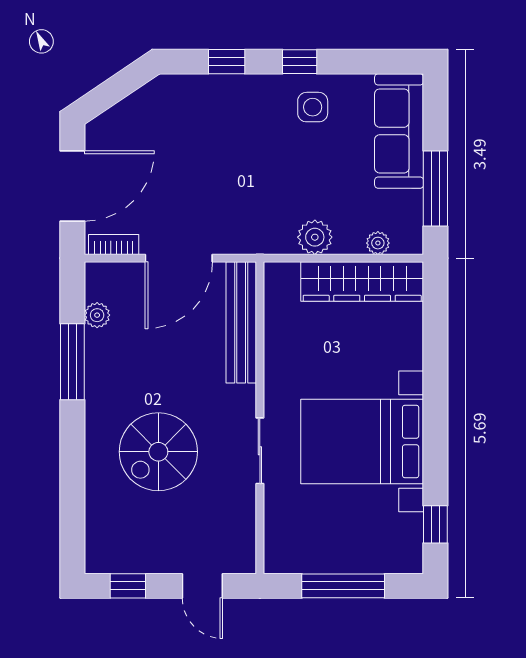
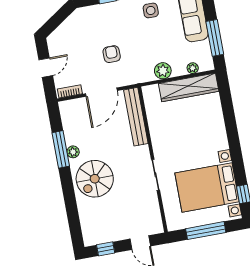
armchair: (215, 183) -> (112, 54), added
door: (72, 186) -> (46, 68), width x0.53
plant: (97, 315) -> (73, 152), moved
bed with nightstands: (362, 441) -> (207, 187), moved
spiral stairs: (158, 452) -> (95, 179), moved

